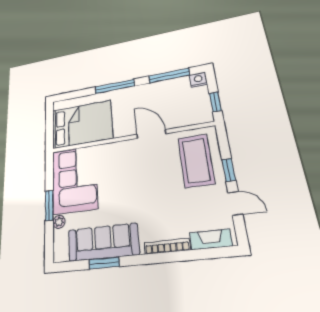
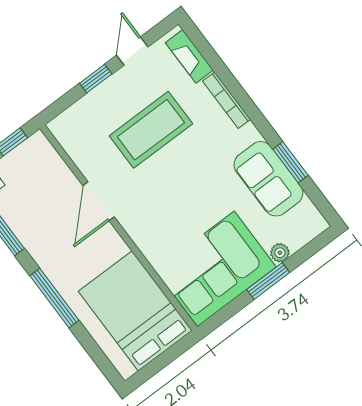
coffee table: (196, 161) -> (151, 130), moved
sofa: (103, 242) -> (268, 179), width x0.73

